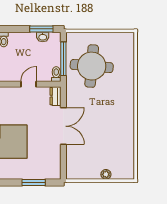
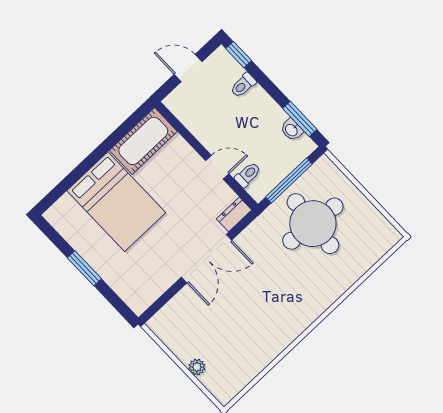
toilet: (56, 74) -> (248, 175), moved
window: (34, 183) -> (84, 268), moved

